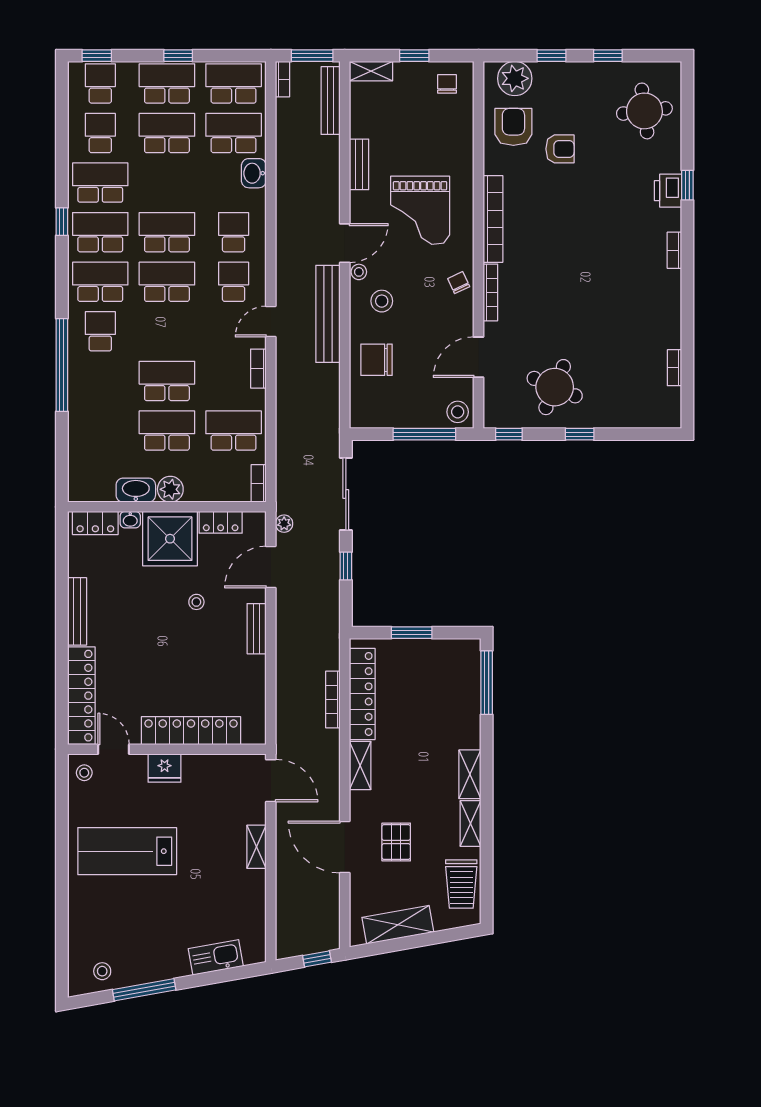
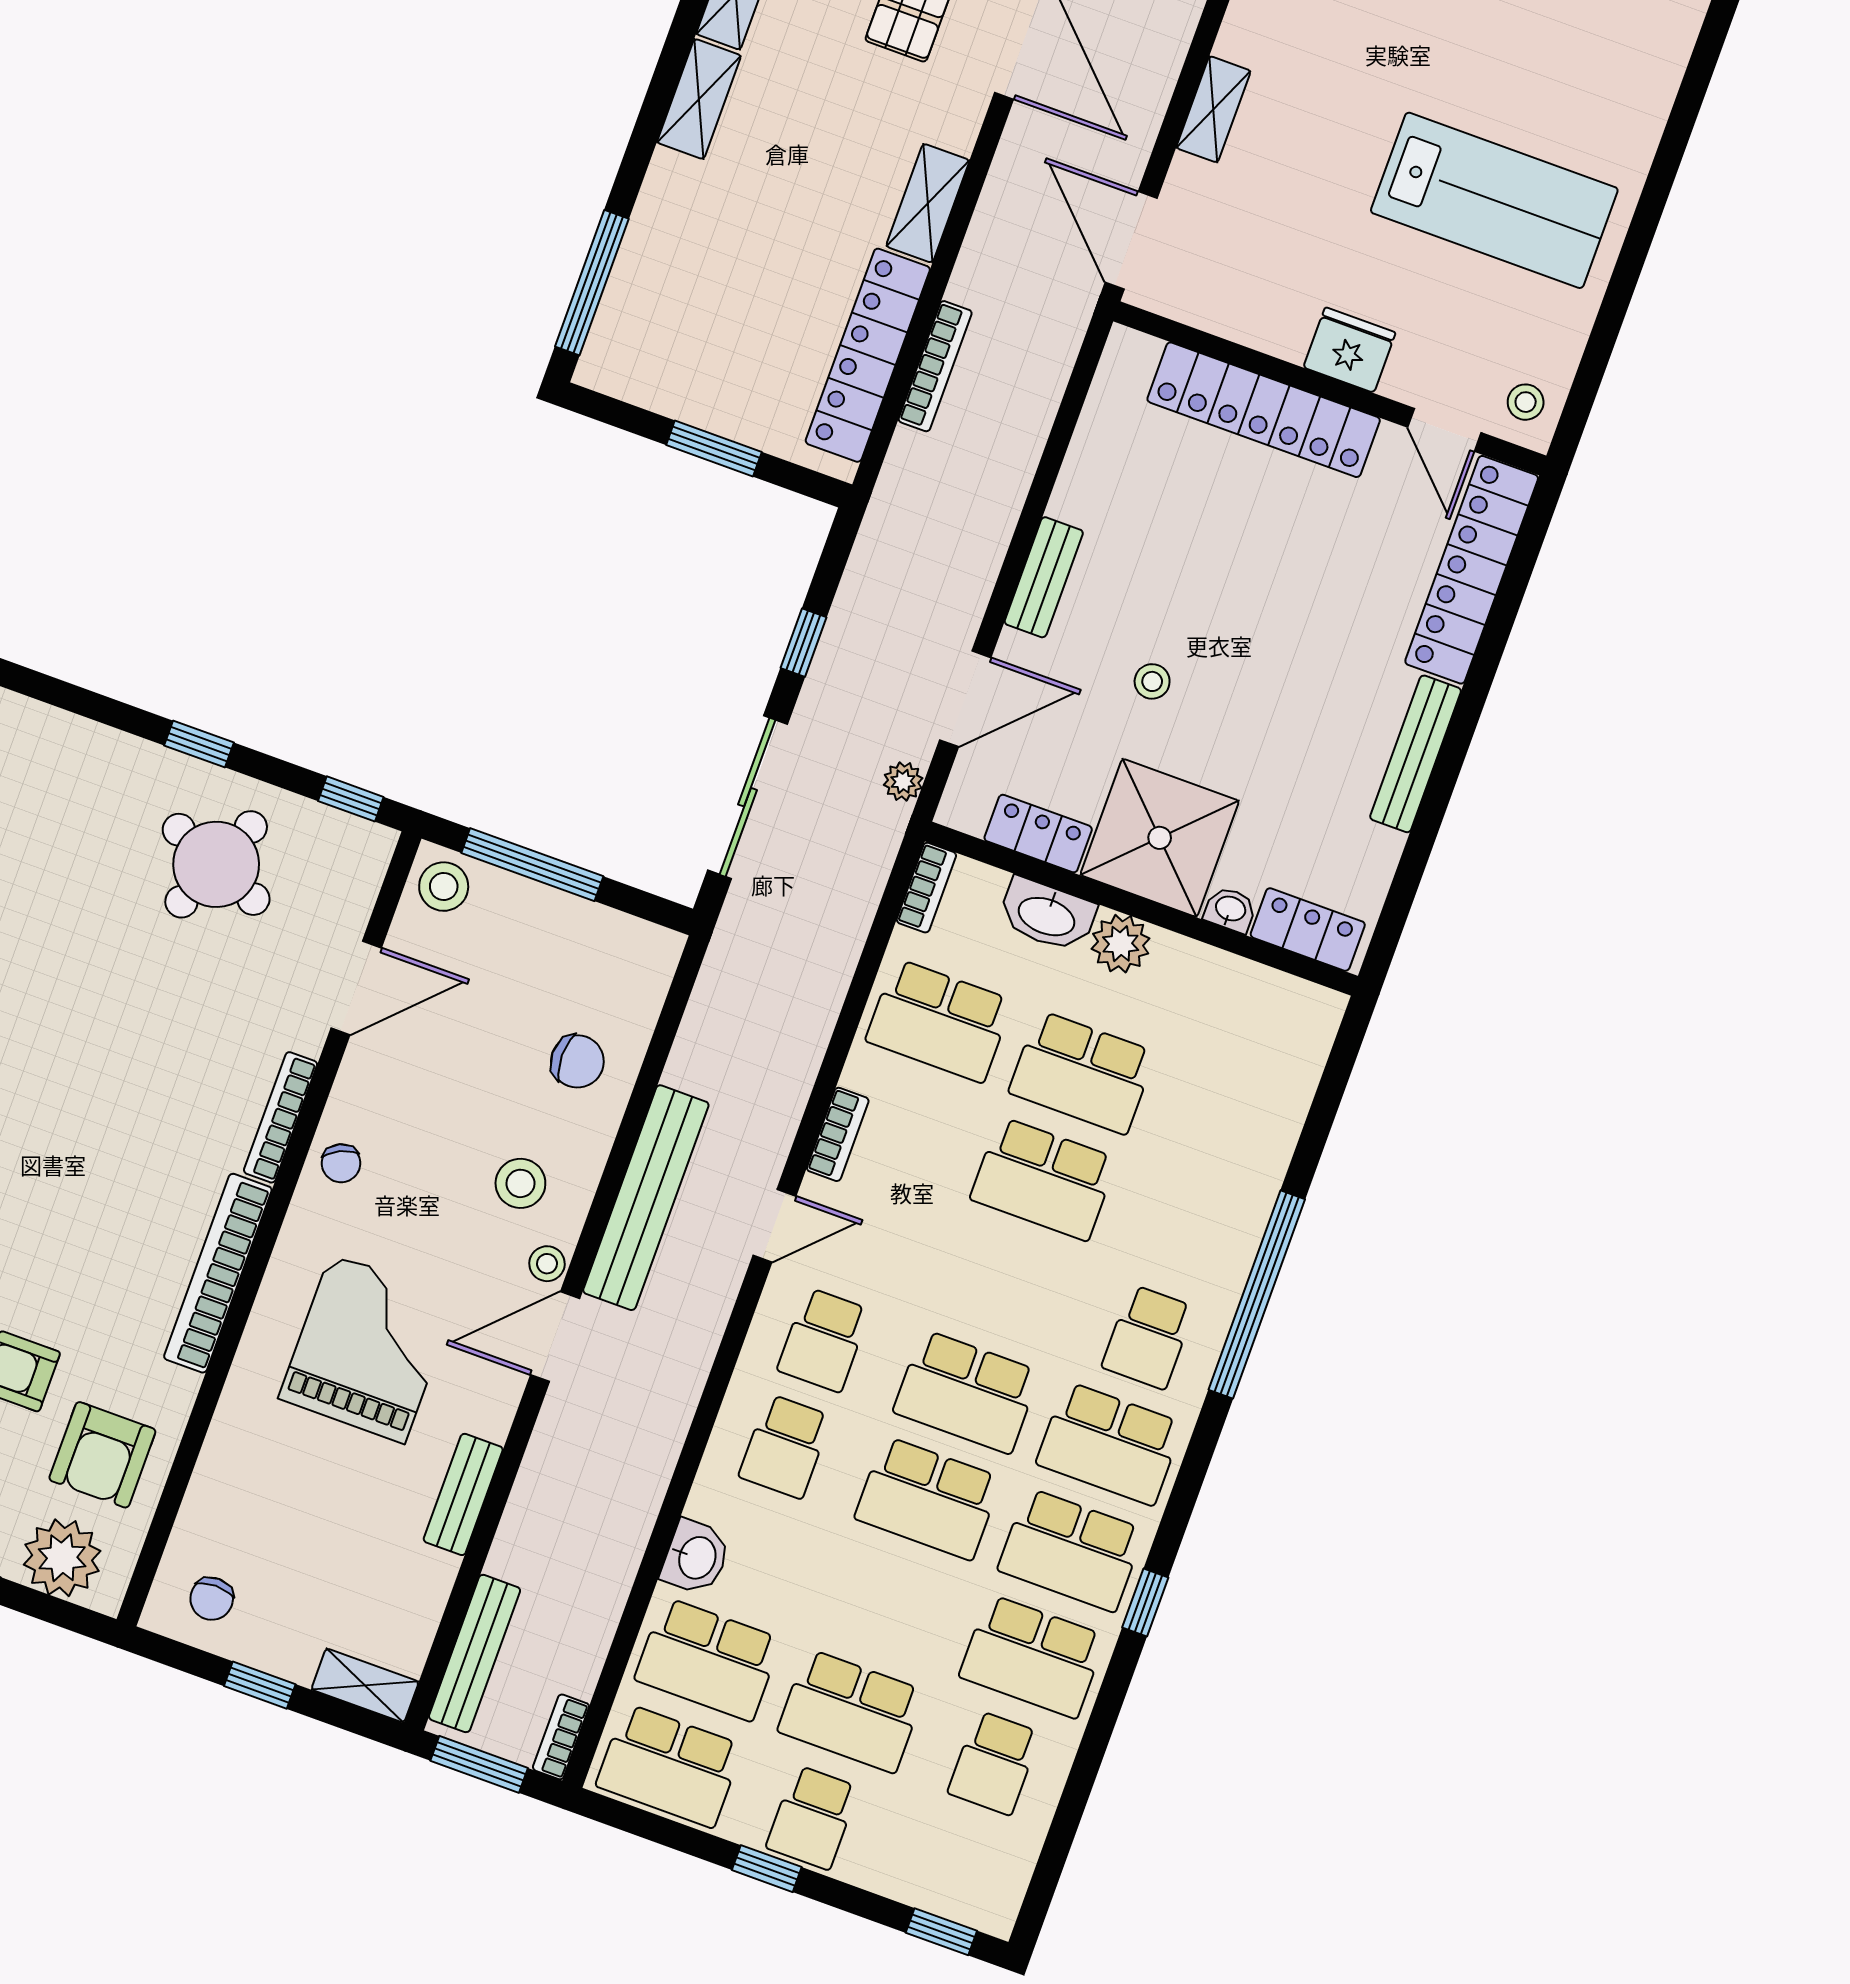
school desk: (100, 83) -> (955, 1869), removed
school desk: (167, 83) -> (812, 1817), width x0.54
chair: (377, 360) -> (577, 1061), width x0.73, depth x0.73
washbasin: (136, 490) -> (1047, 915), moved

